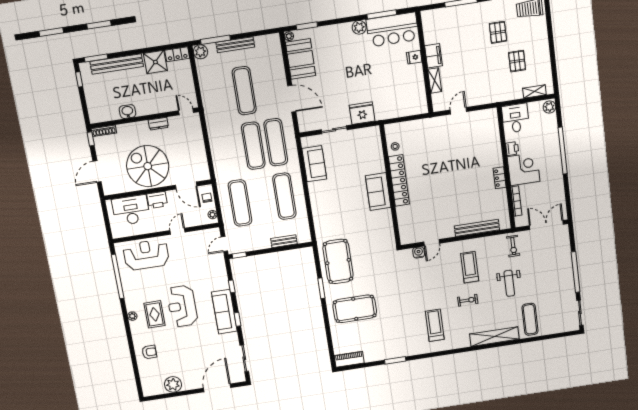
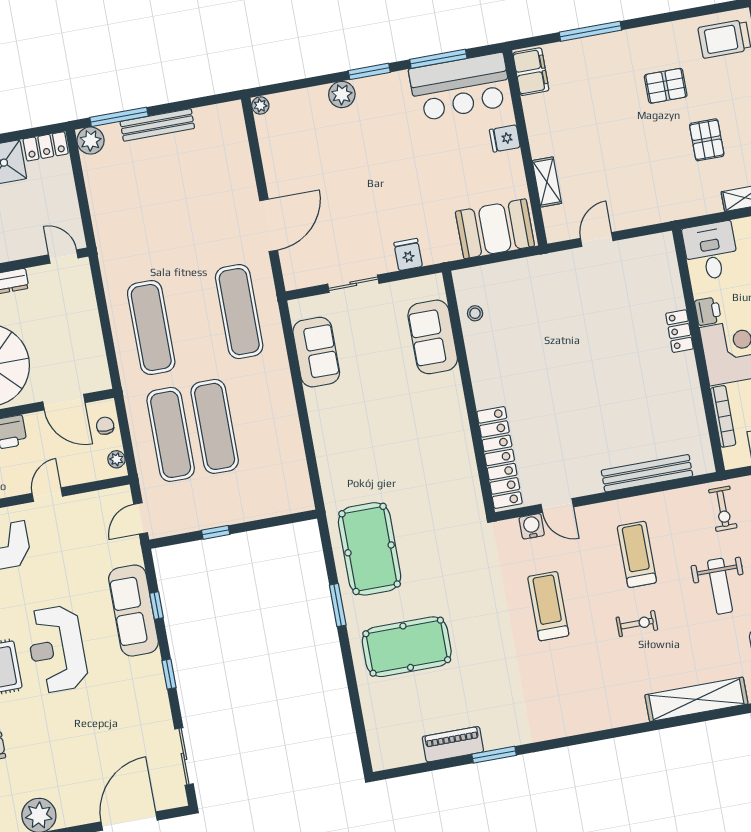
window: (307, 26) -> (369, 71), moved
plant: (359, 27) -> (342, 94), moved
pallet: (498, 32) -> (666, 86), turned 90
filing cabinet: (434, 56) -> (531, 72), moved
booth: (301, 59) -> (495, 229), moved, turned 90
exercise mat: (244, 91) -> (176, 213), removed
door: (292, 99) -> (269, 225), hinge flipped
fridge: (362, 113) -> (408, 254), width x0.53, depth x0.75
exercise mat: (253, 146) -> (151, 328), moved
locker: (500, 178) -> (679, 331), moved
locker: (399, 181) -> (500, 457), moved
sofa: (378, 192) -> (433, 337), moved
exercise mat: (284, 196) -> (215, 426), moved
bench: (284, 241) -> (260, 510), removed
door: (432, 243) -> (557, 506), hinge flipped
window: (239, 255) -> (216, 532), moved
sofa: (224, 312) -> (133, 611), moved
treadmill: (435, 325) -> (548, 606), moved
piano: (349, 359) -> (453, 744), moved

